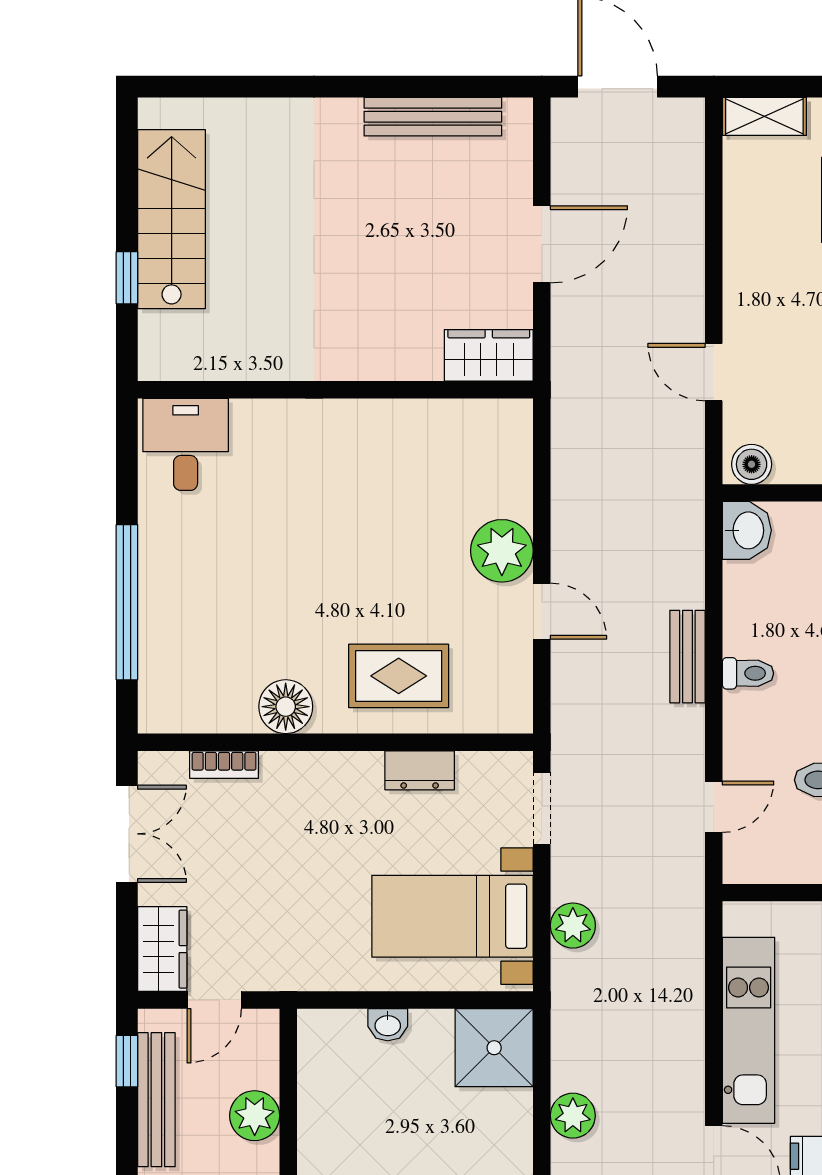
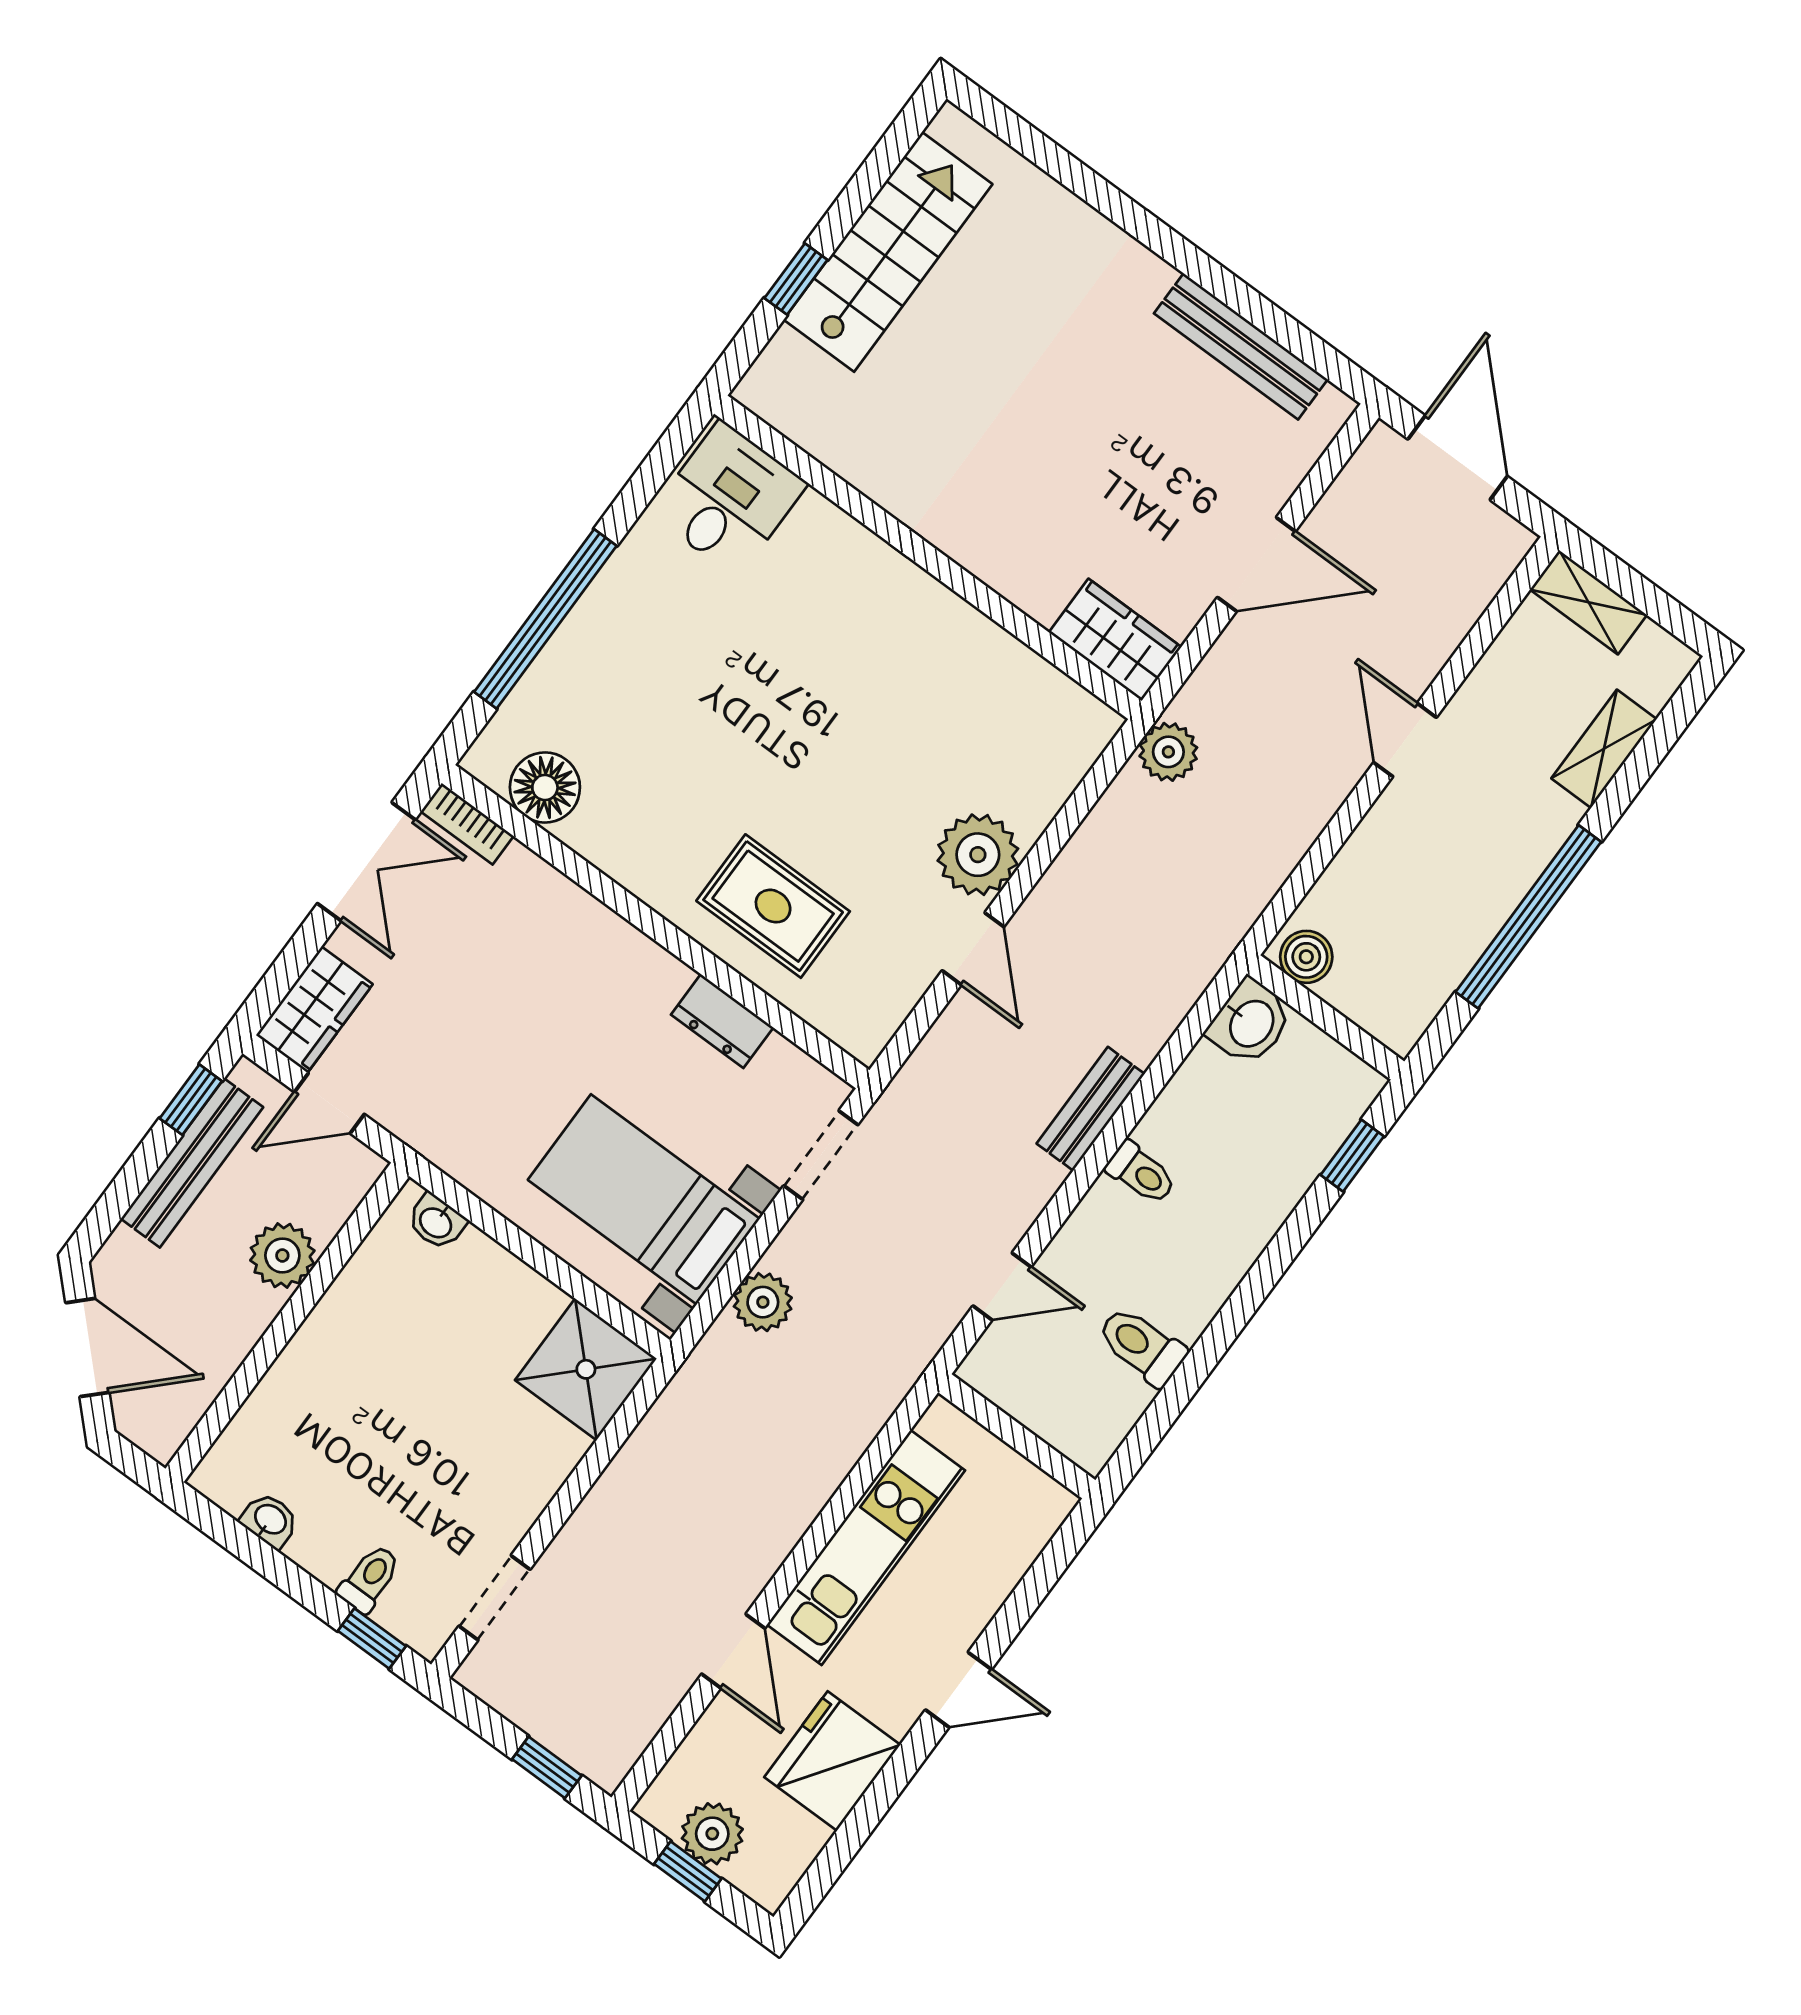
door: (714, 372) -> (1405, 740), moved
floor lamp: (286, 707) -> (545, 787), moved
bookcase: (224, 765) -> (467, 824), moved
washbasin: (388, 1025) -> (436, 1222), moved
plant: (573, 1116) -> (1168, 752), moved

